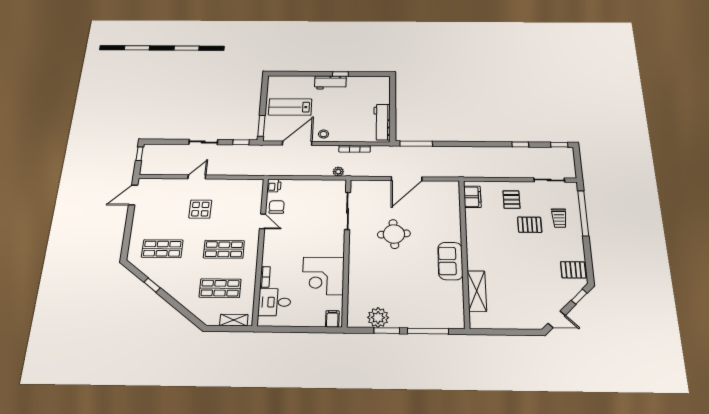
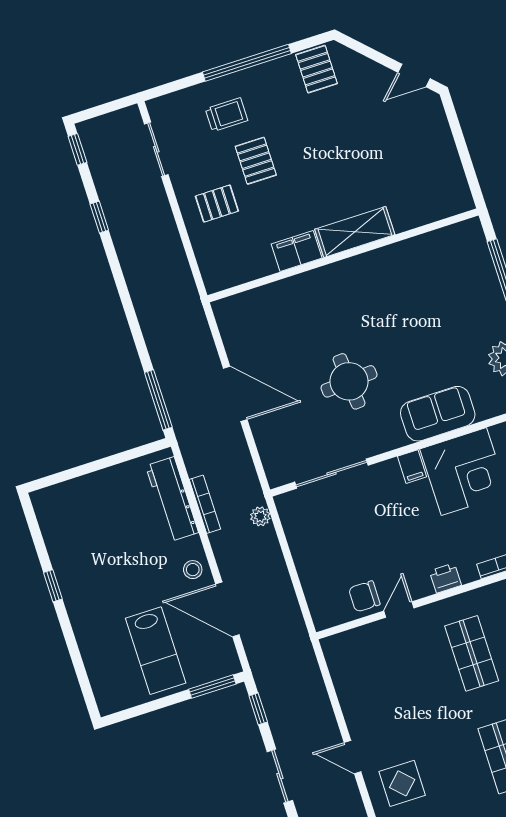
workbench: (330, 83) -> (78, 597), removed
workbench: (382, 122) -> (172, 499), moved, turned 90
printer: (274, 186) -> (445, 578), moved
filing cabinet: (472, 197) -> (297, 251), moved
display table: (200, 209) -> (402, 783), moved
window: (583, 213) -> (247, 63), moved
filing cabinet: (336, 251) -> (412, 467), added
sofa: (450, 261) -> (438, 414), moved, turned 180
shelving: (477, 291) -> (355, 232), moved
window: (579, 297) -> (362, 49), removed
door: (557, 319) -> (414, 75), swing flipped

